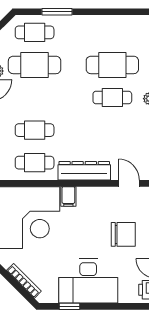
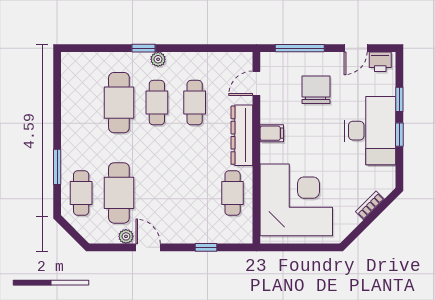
cafe table: (35, 130) -> (195, 103), moved
filing cabinet: (68, 196) -> (272, 133), moved
bookcase: (24, 281) -> (370, 205), width x0.64
window: (69, 306) -> (399, 135), moved
window: (115, 306) -> (399, 99), added

